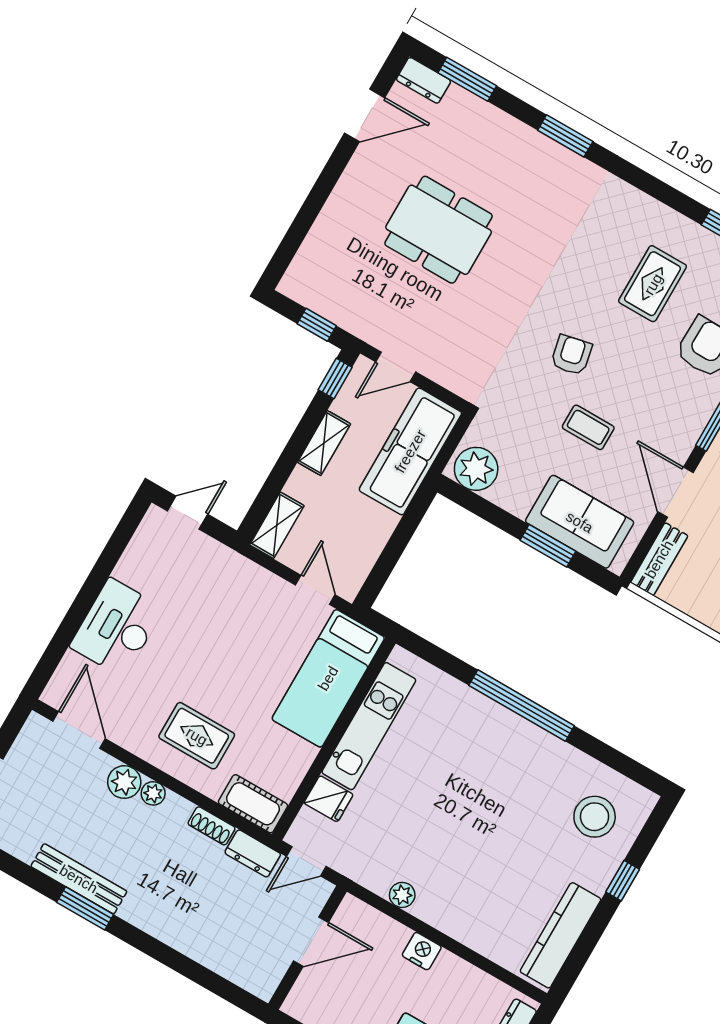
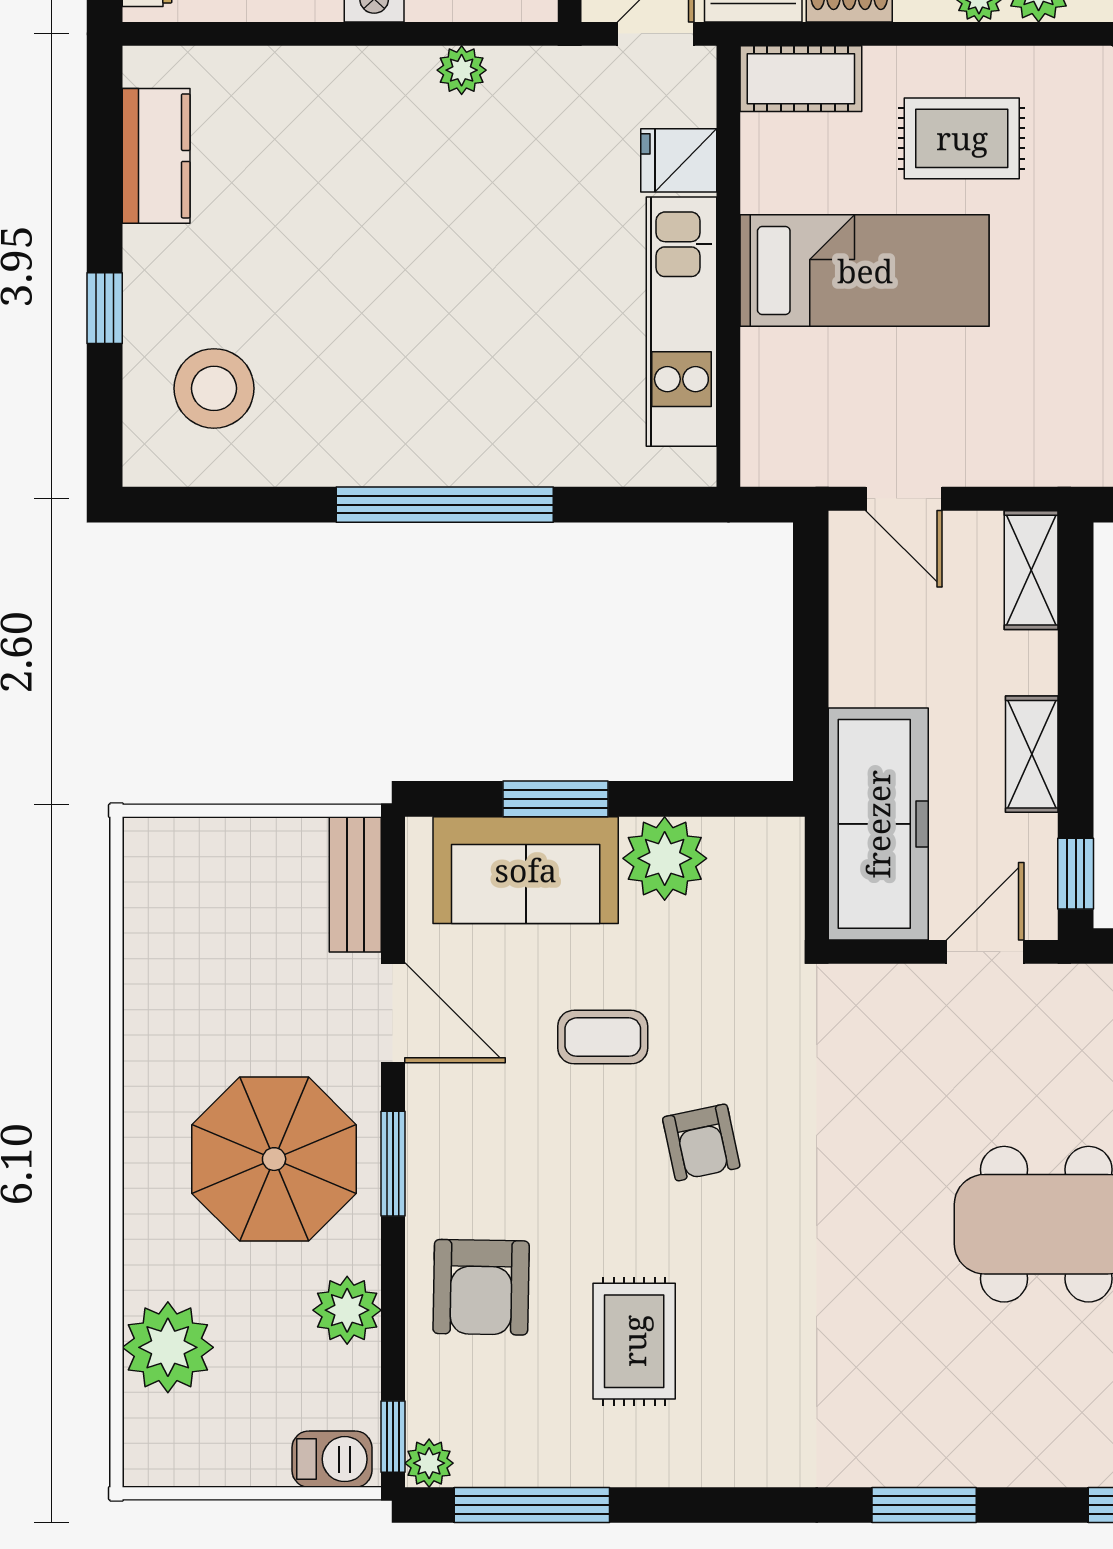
plant: (476, 469) -> (665, 858), moved
bed: (328, 678) -> (865, 271), moved, turned 90
kitchen counter: (561, 935) -> (156, 156), width x0.67

